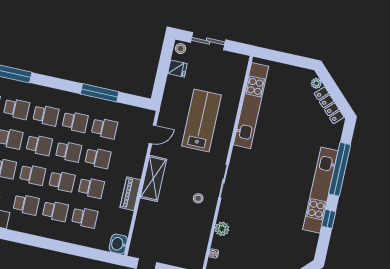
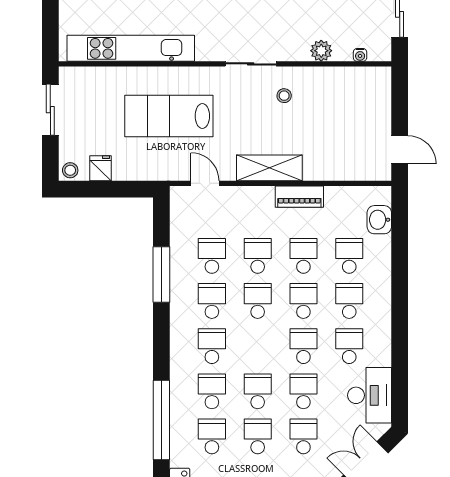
sliding door: (208, 41) -> (50, 110), moved
school desk: (39, 145) -> (258, 346), removed
washbasin: (118, 244) -> (379, 220), moved, turned 90

